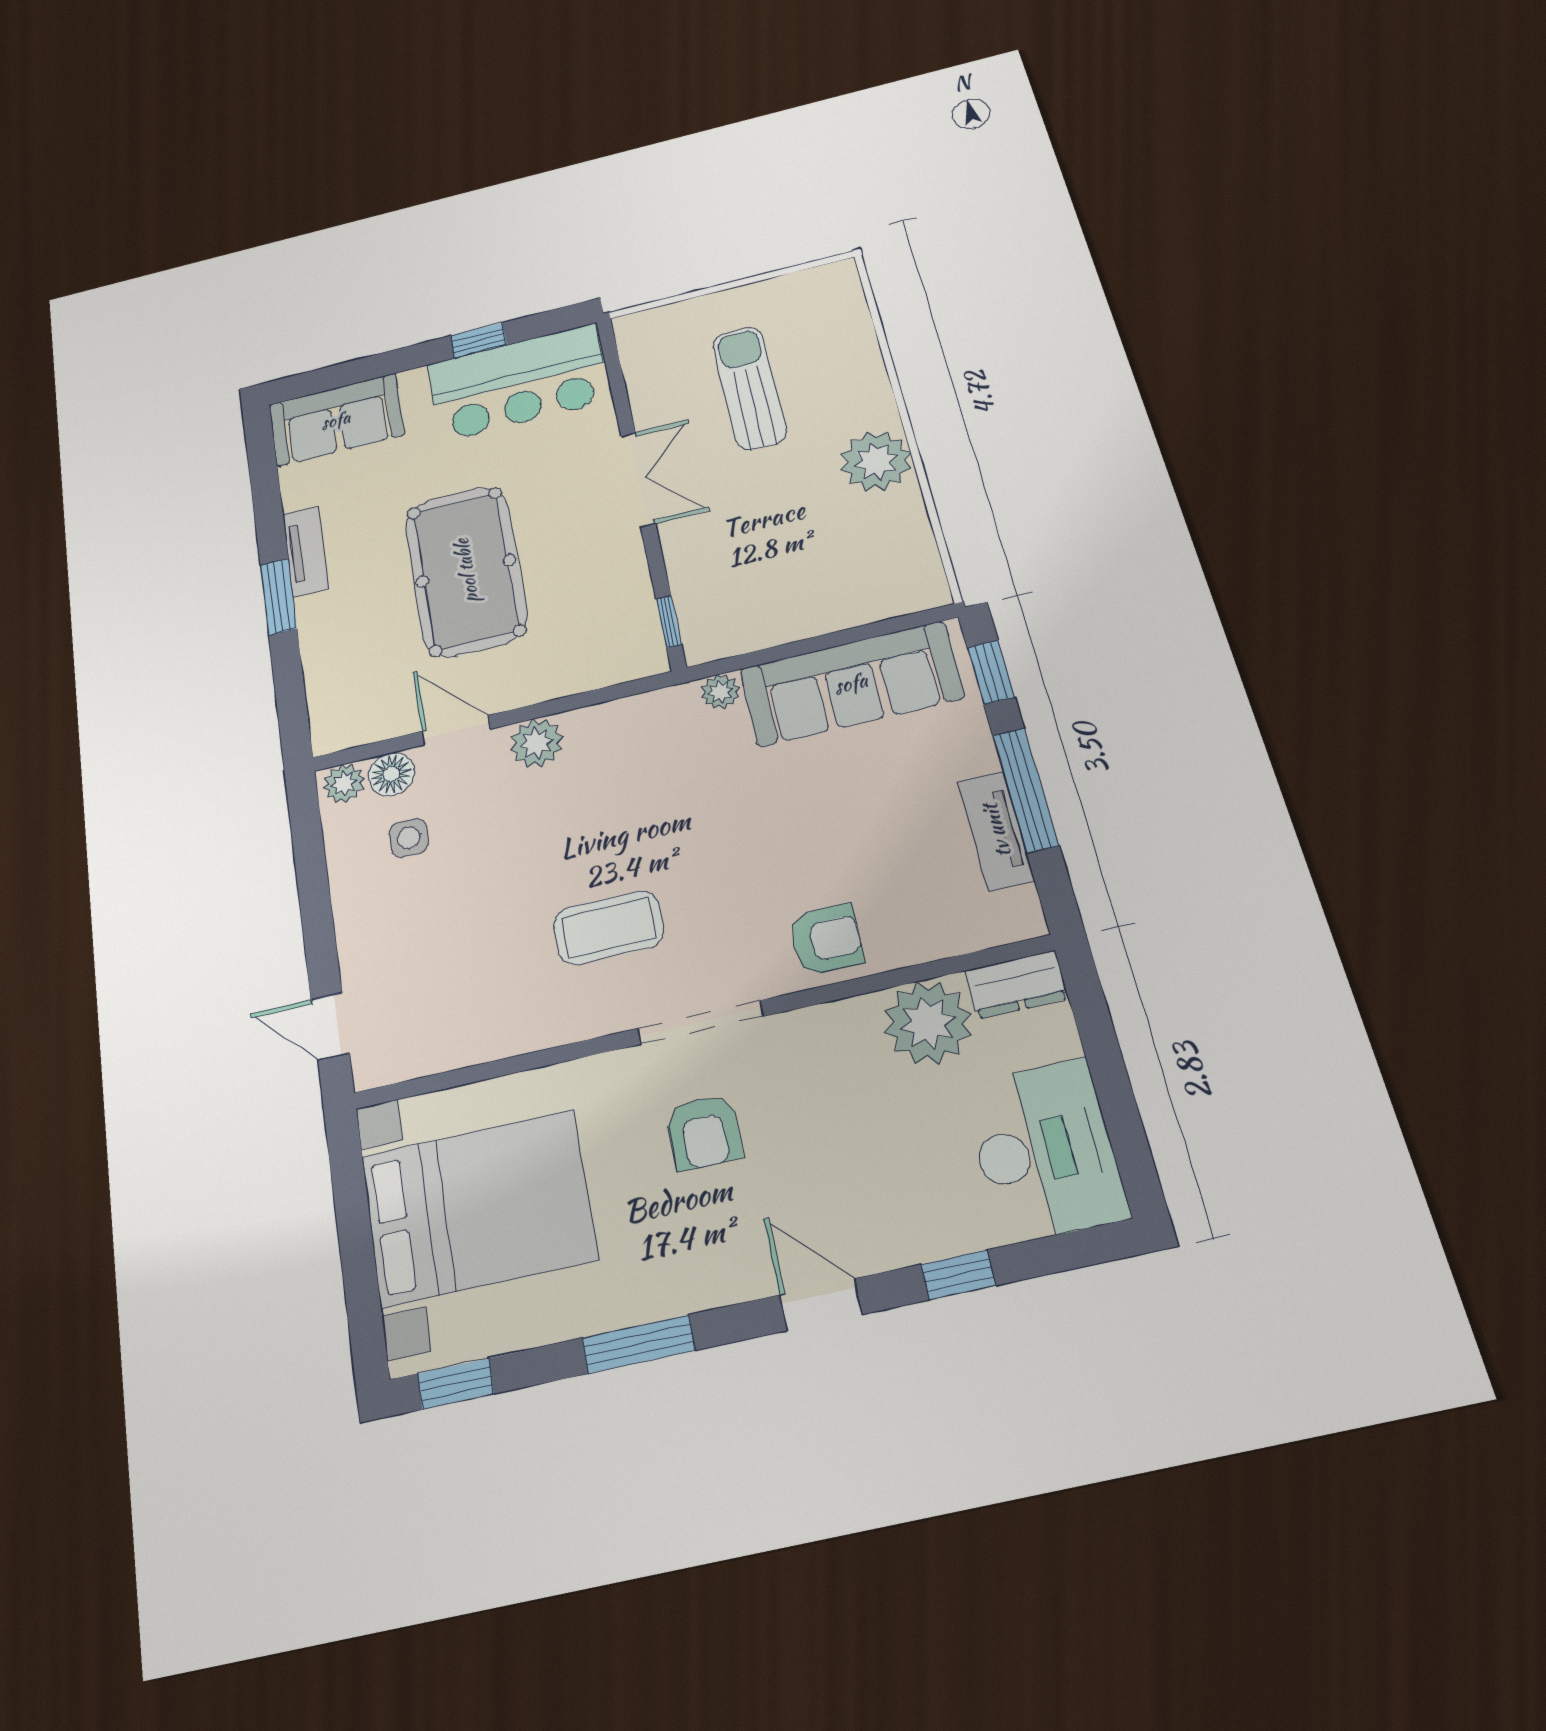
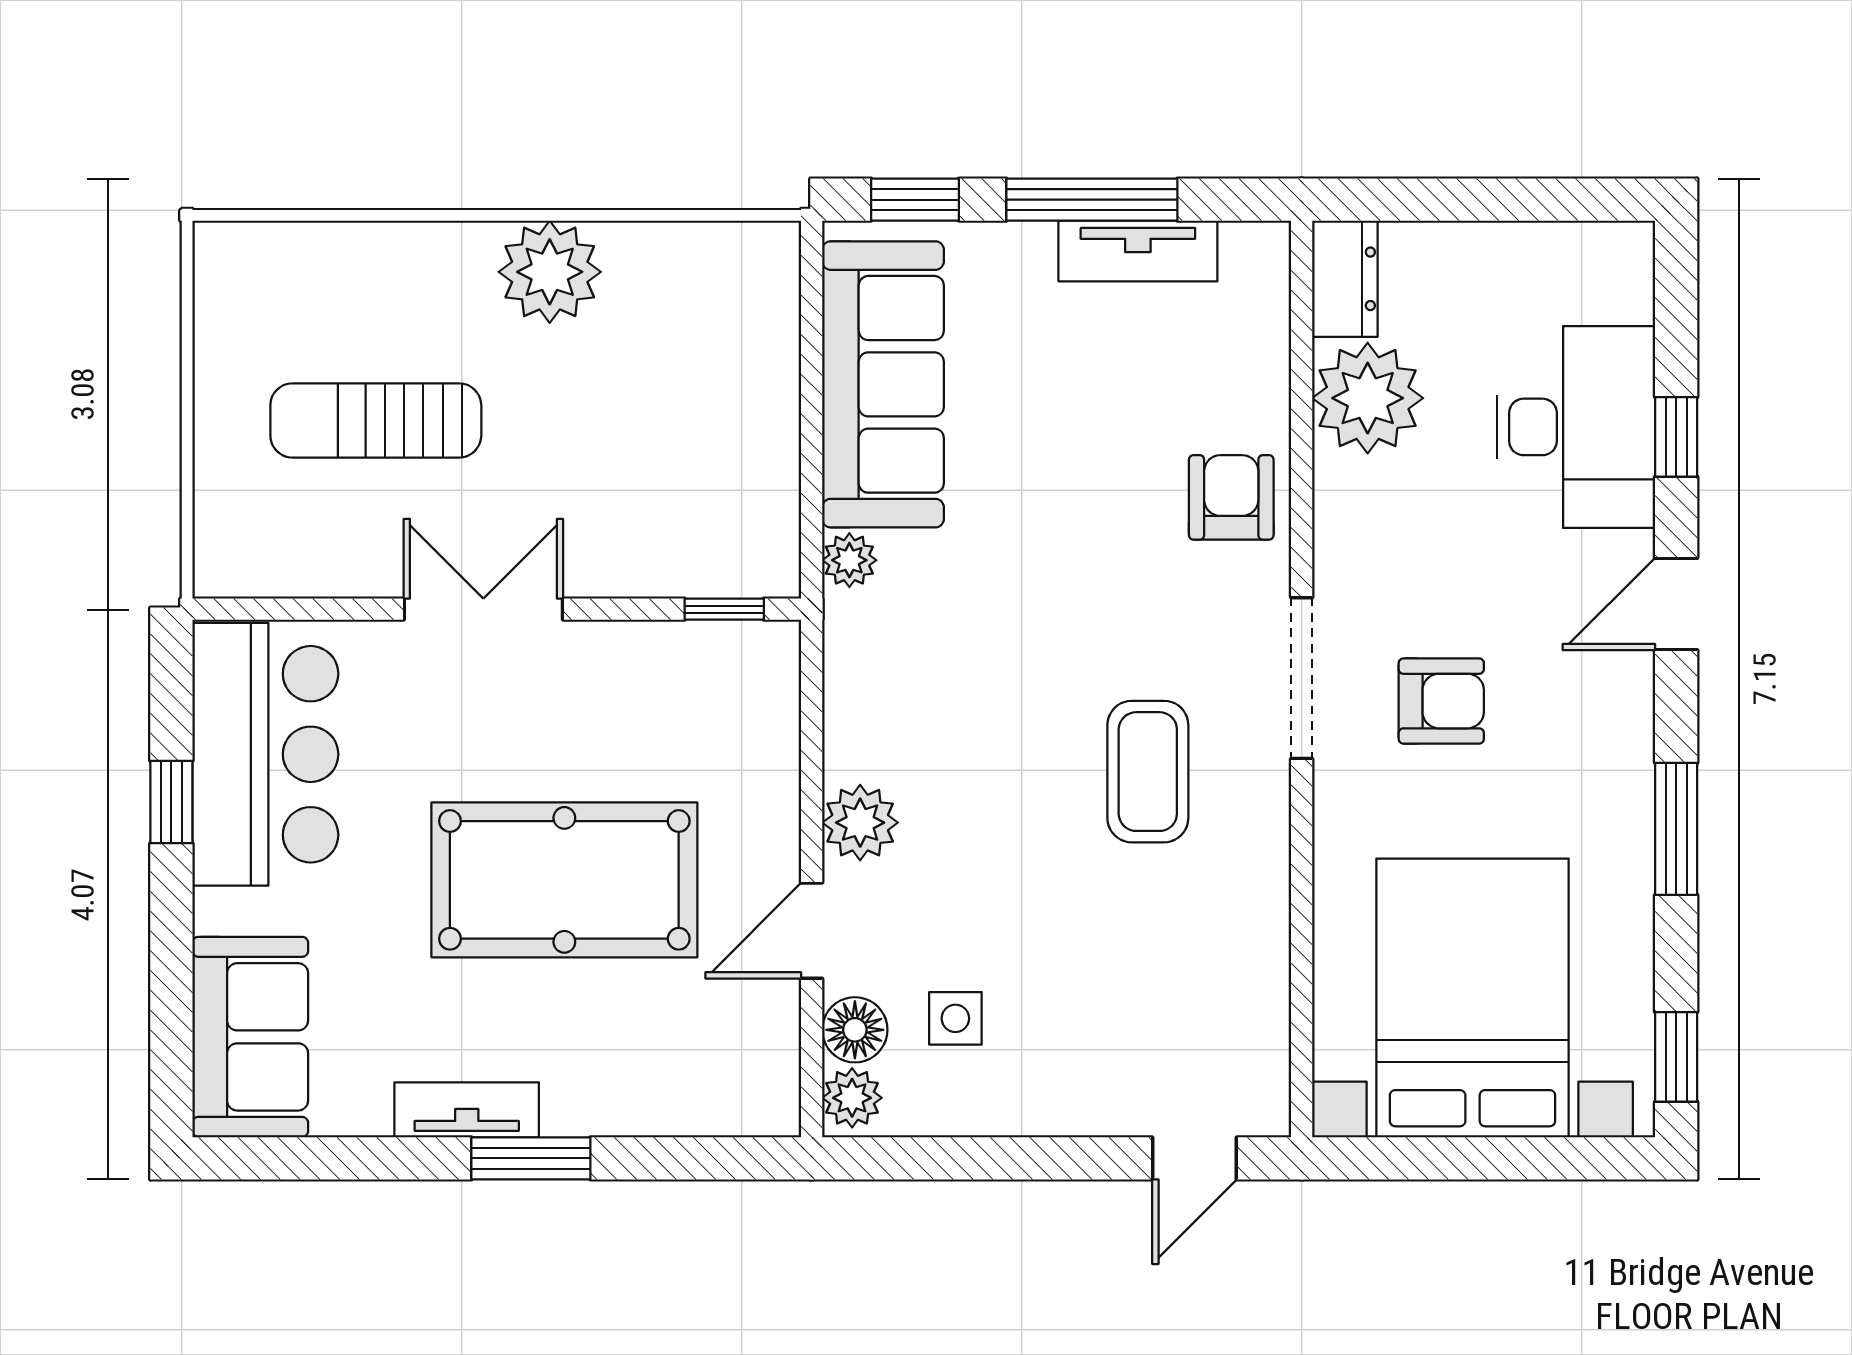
desk: (1044, 1150) -> (1576, 427), moved, turned 90

